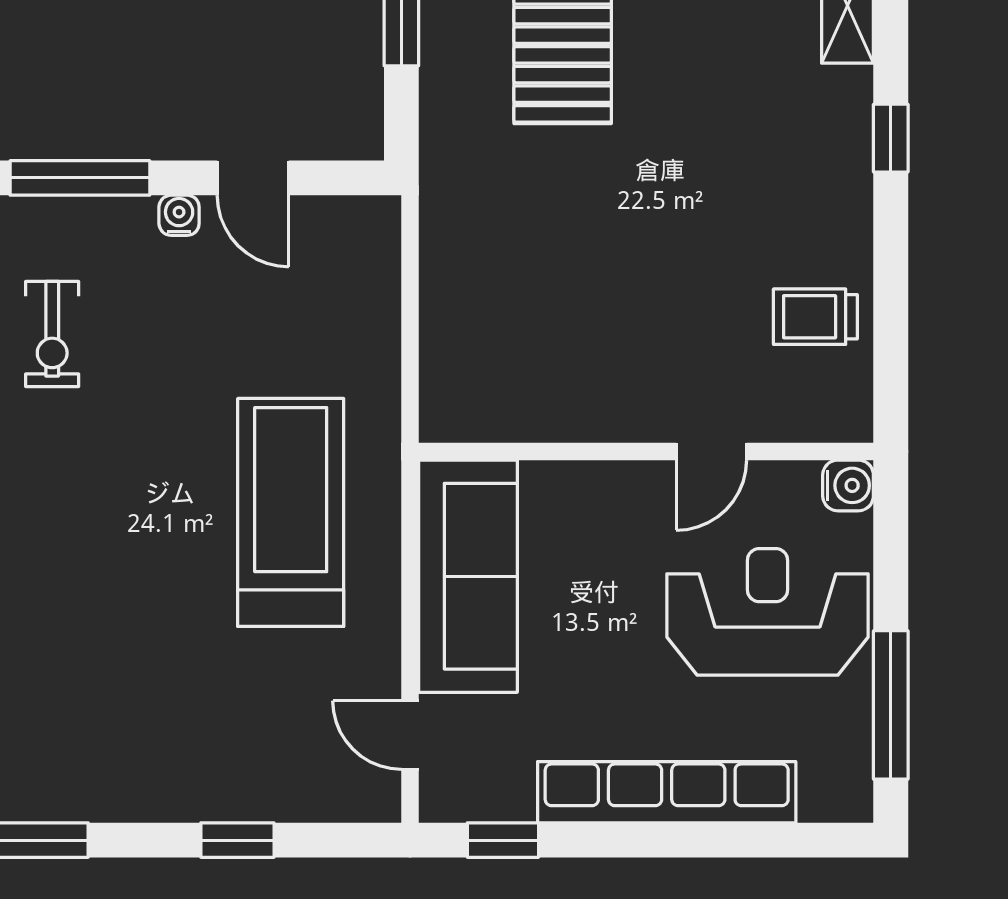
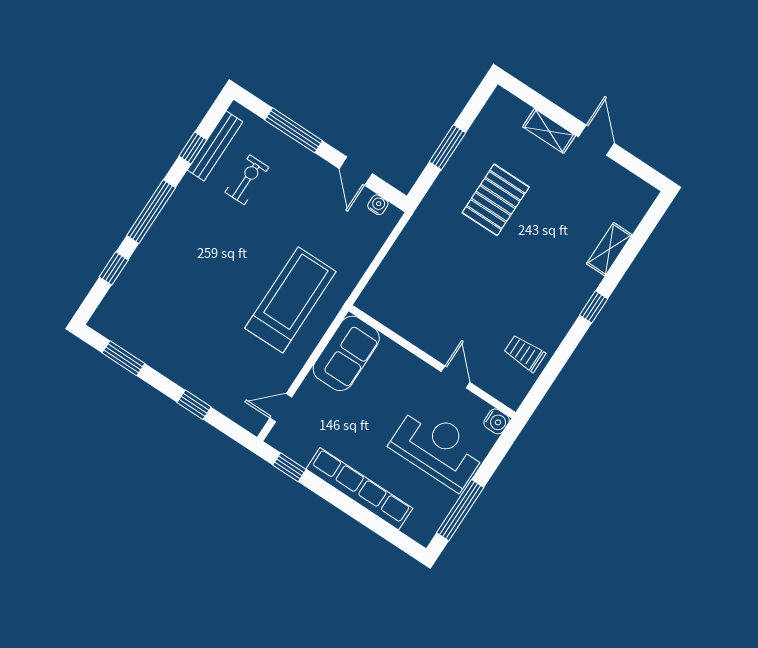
water cooler: (179, 215) -> (378, 205), moved
exercise bike: (52, 334) -> (247, 180), turned 180
door: (711, 451) -> (456, 377), swing flipped
sofa: (468, 576) -> (346, 353), width x0.73
door: (410, 735) -> (281, 408), hinge flipped

